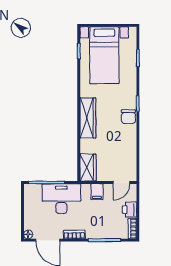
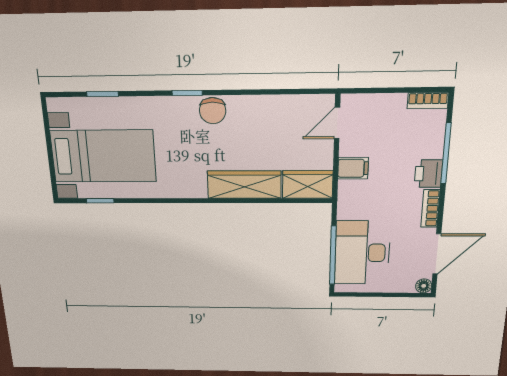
chair: (128, 117) -> (213, 111), turned 90
wardrobe: (88, 118) -> (244, 185), moved
door: (121, 182) -> (337, 123), swing flipped
desk: (61, 199) -> (362, 253), moved
printer: (130, 210) -> (428, 174), moved, turned 90

